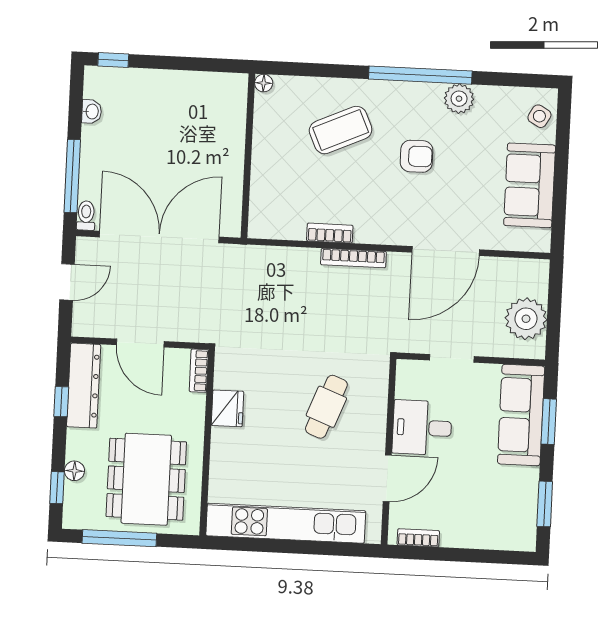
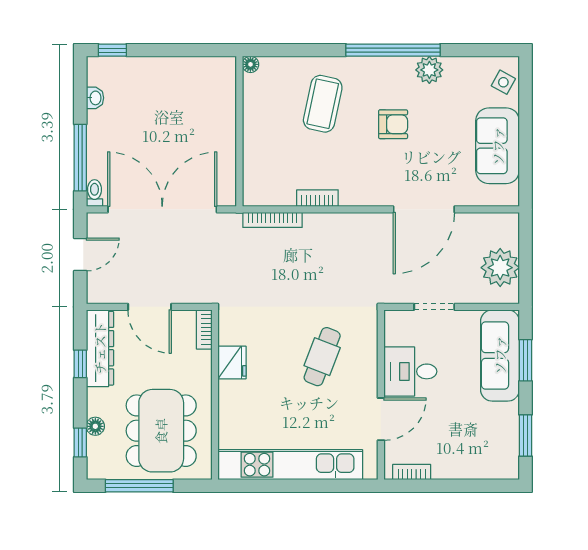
coffee table: (341, 130) -> (323, 104), turned -54
bookcase: (353, 258) -> (273, 220), moved

